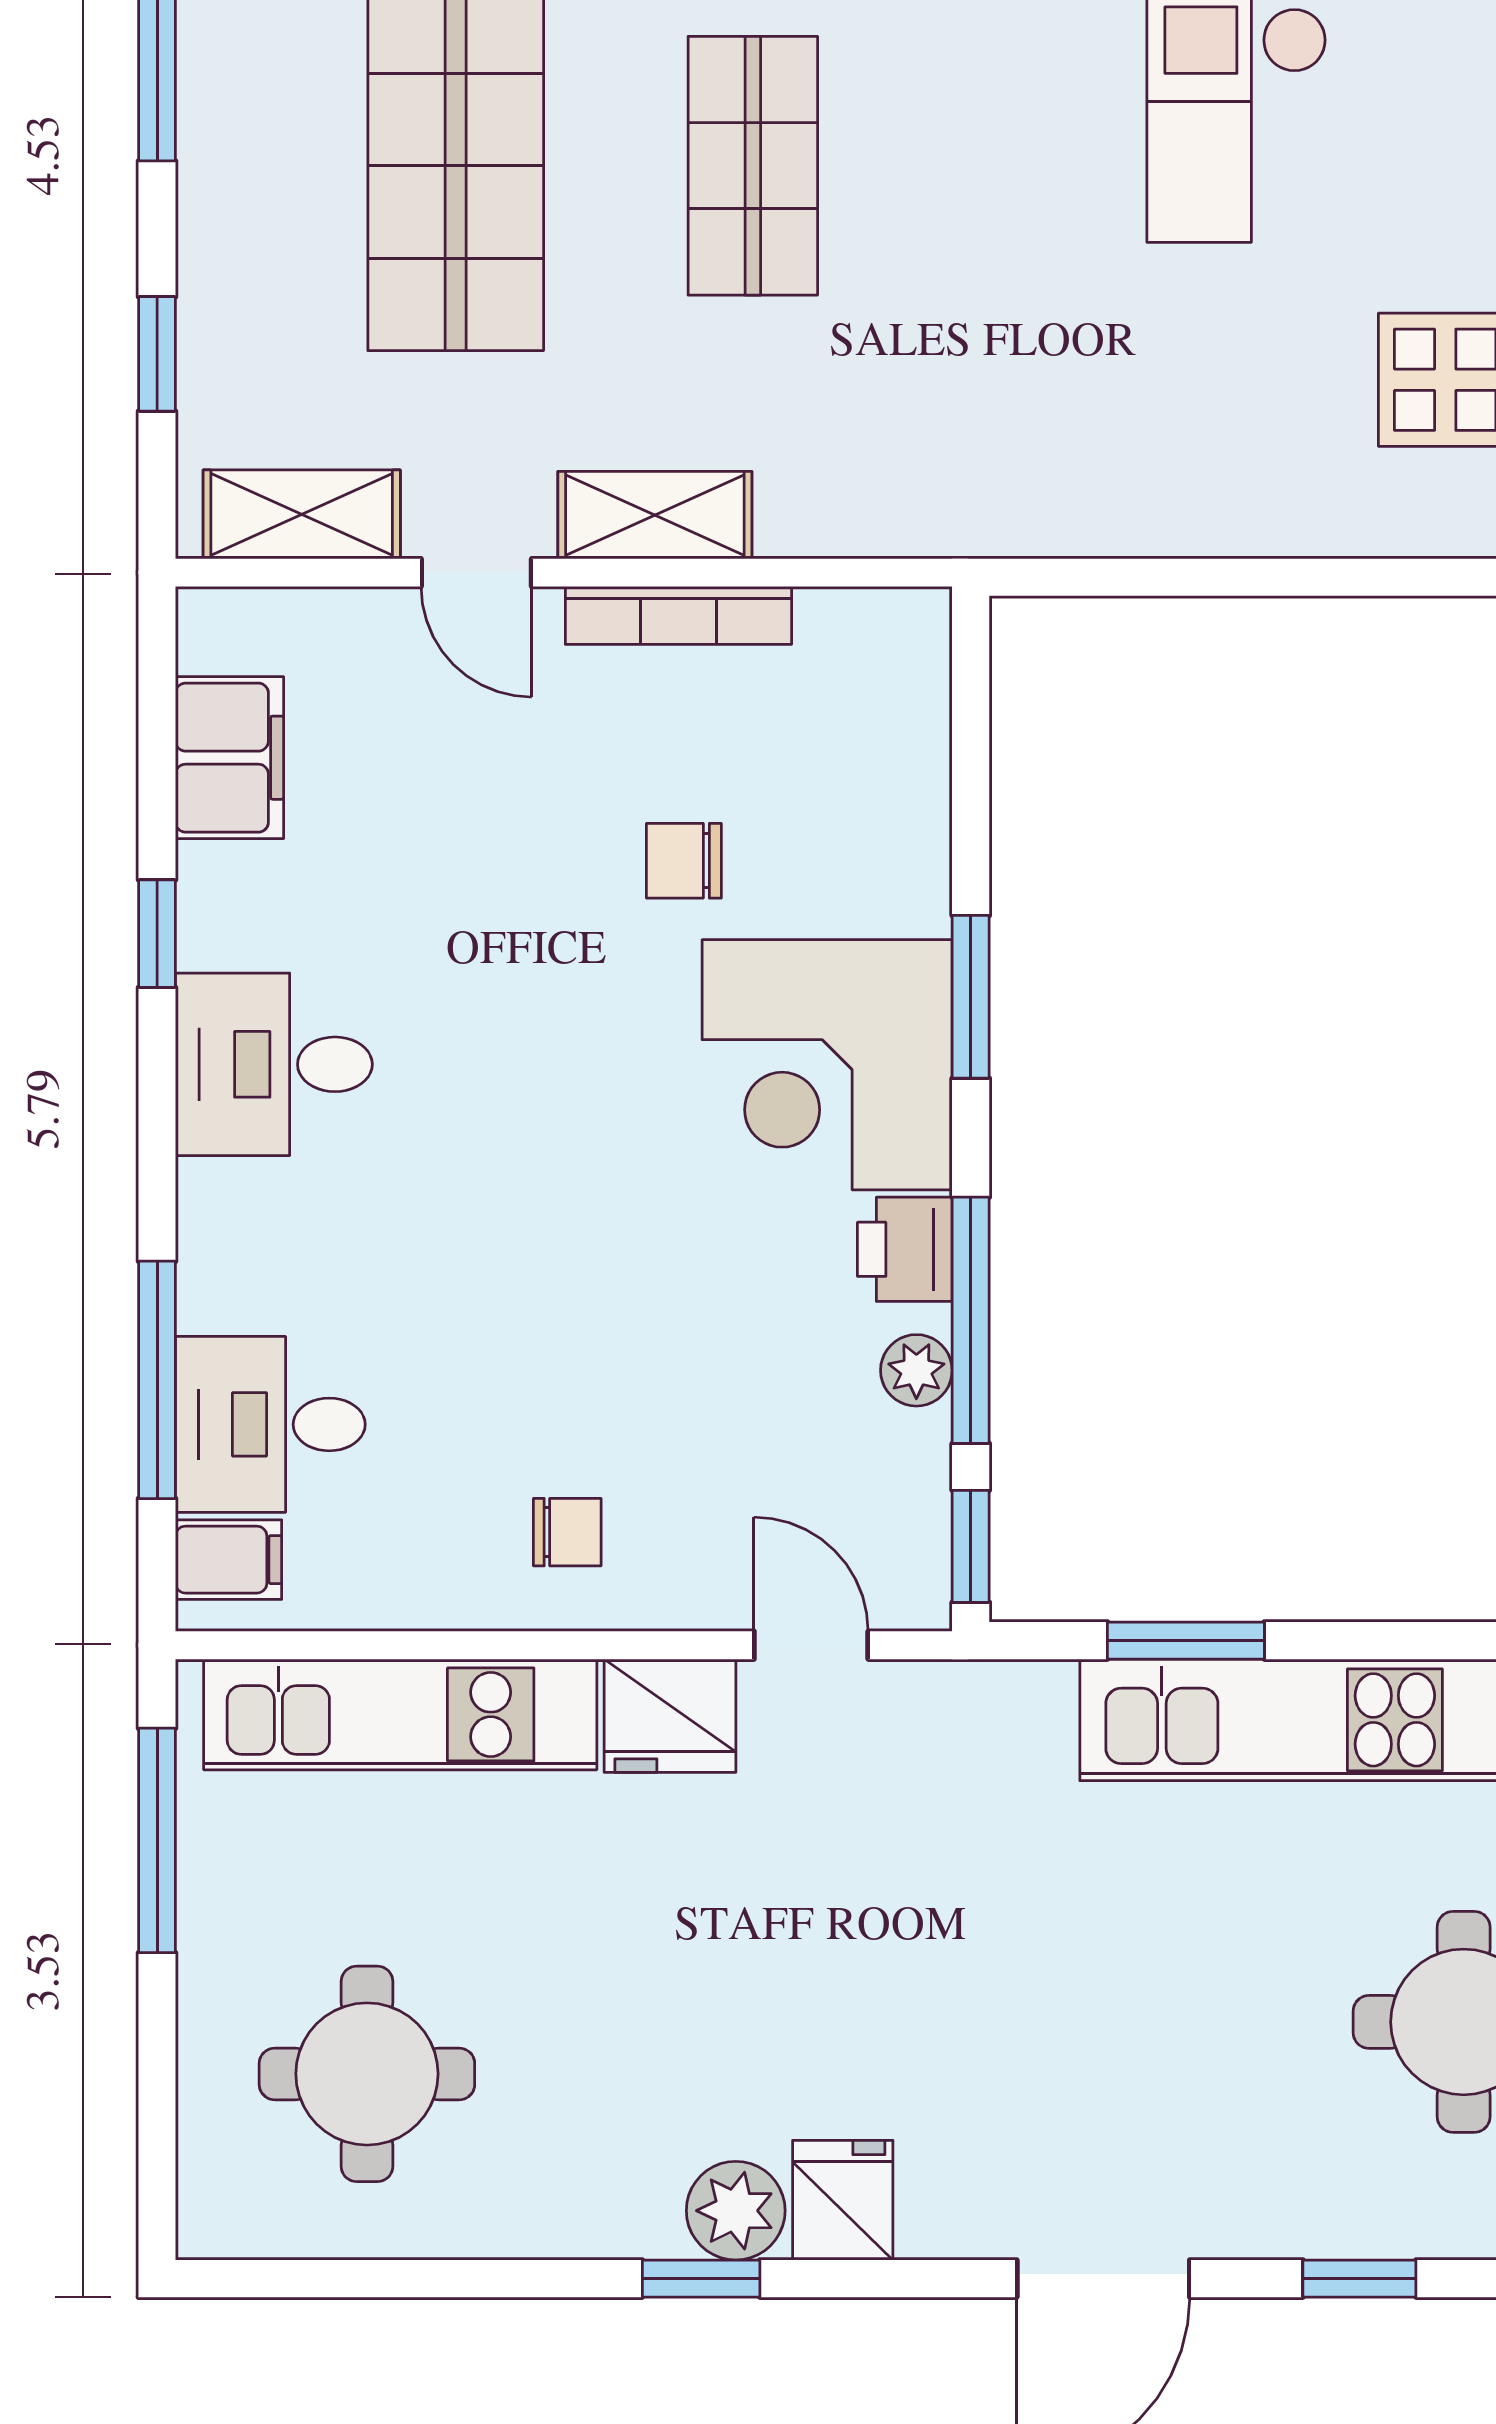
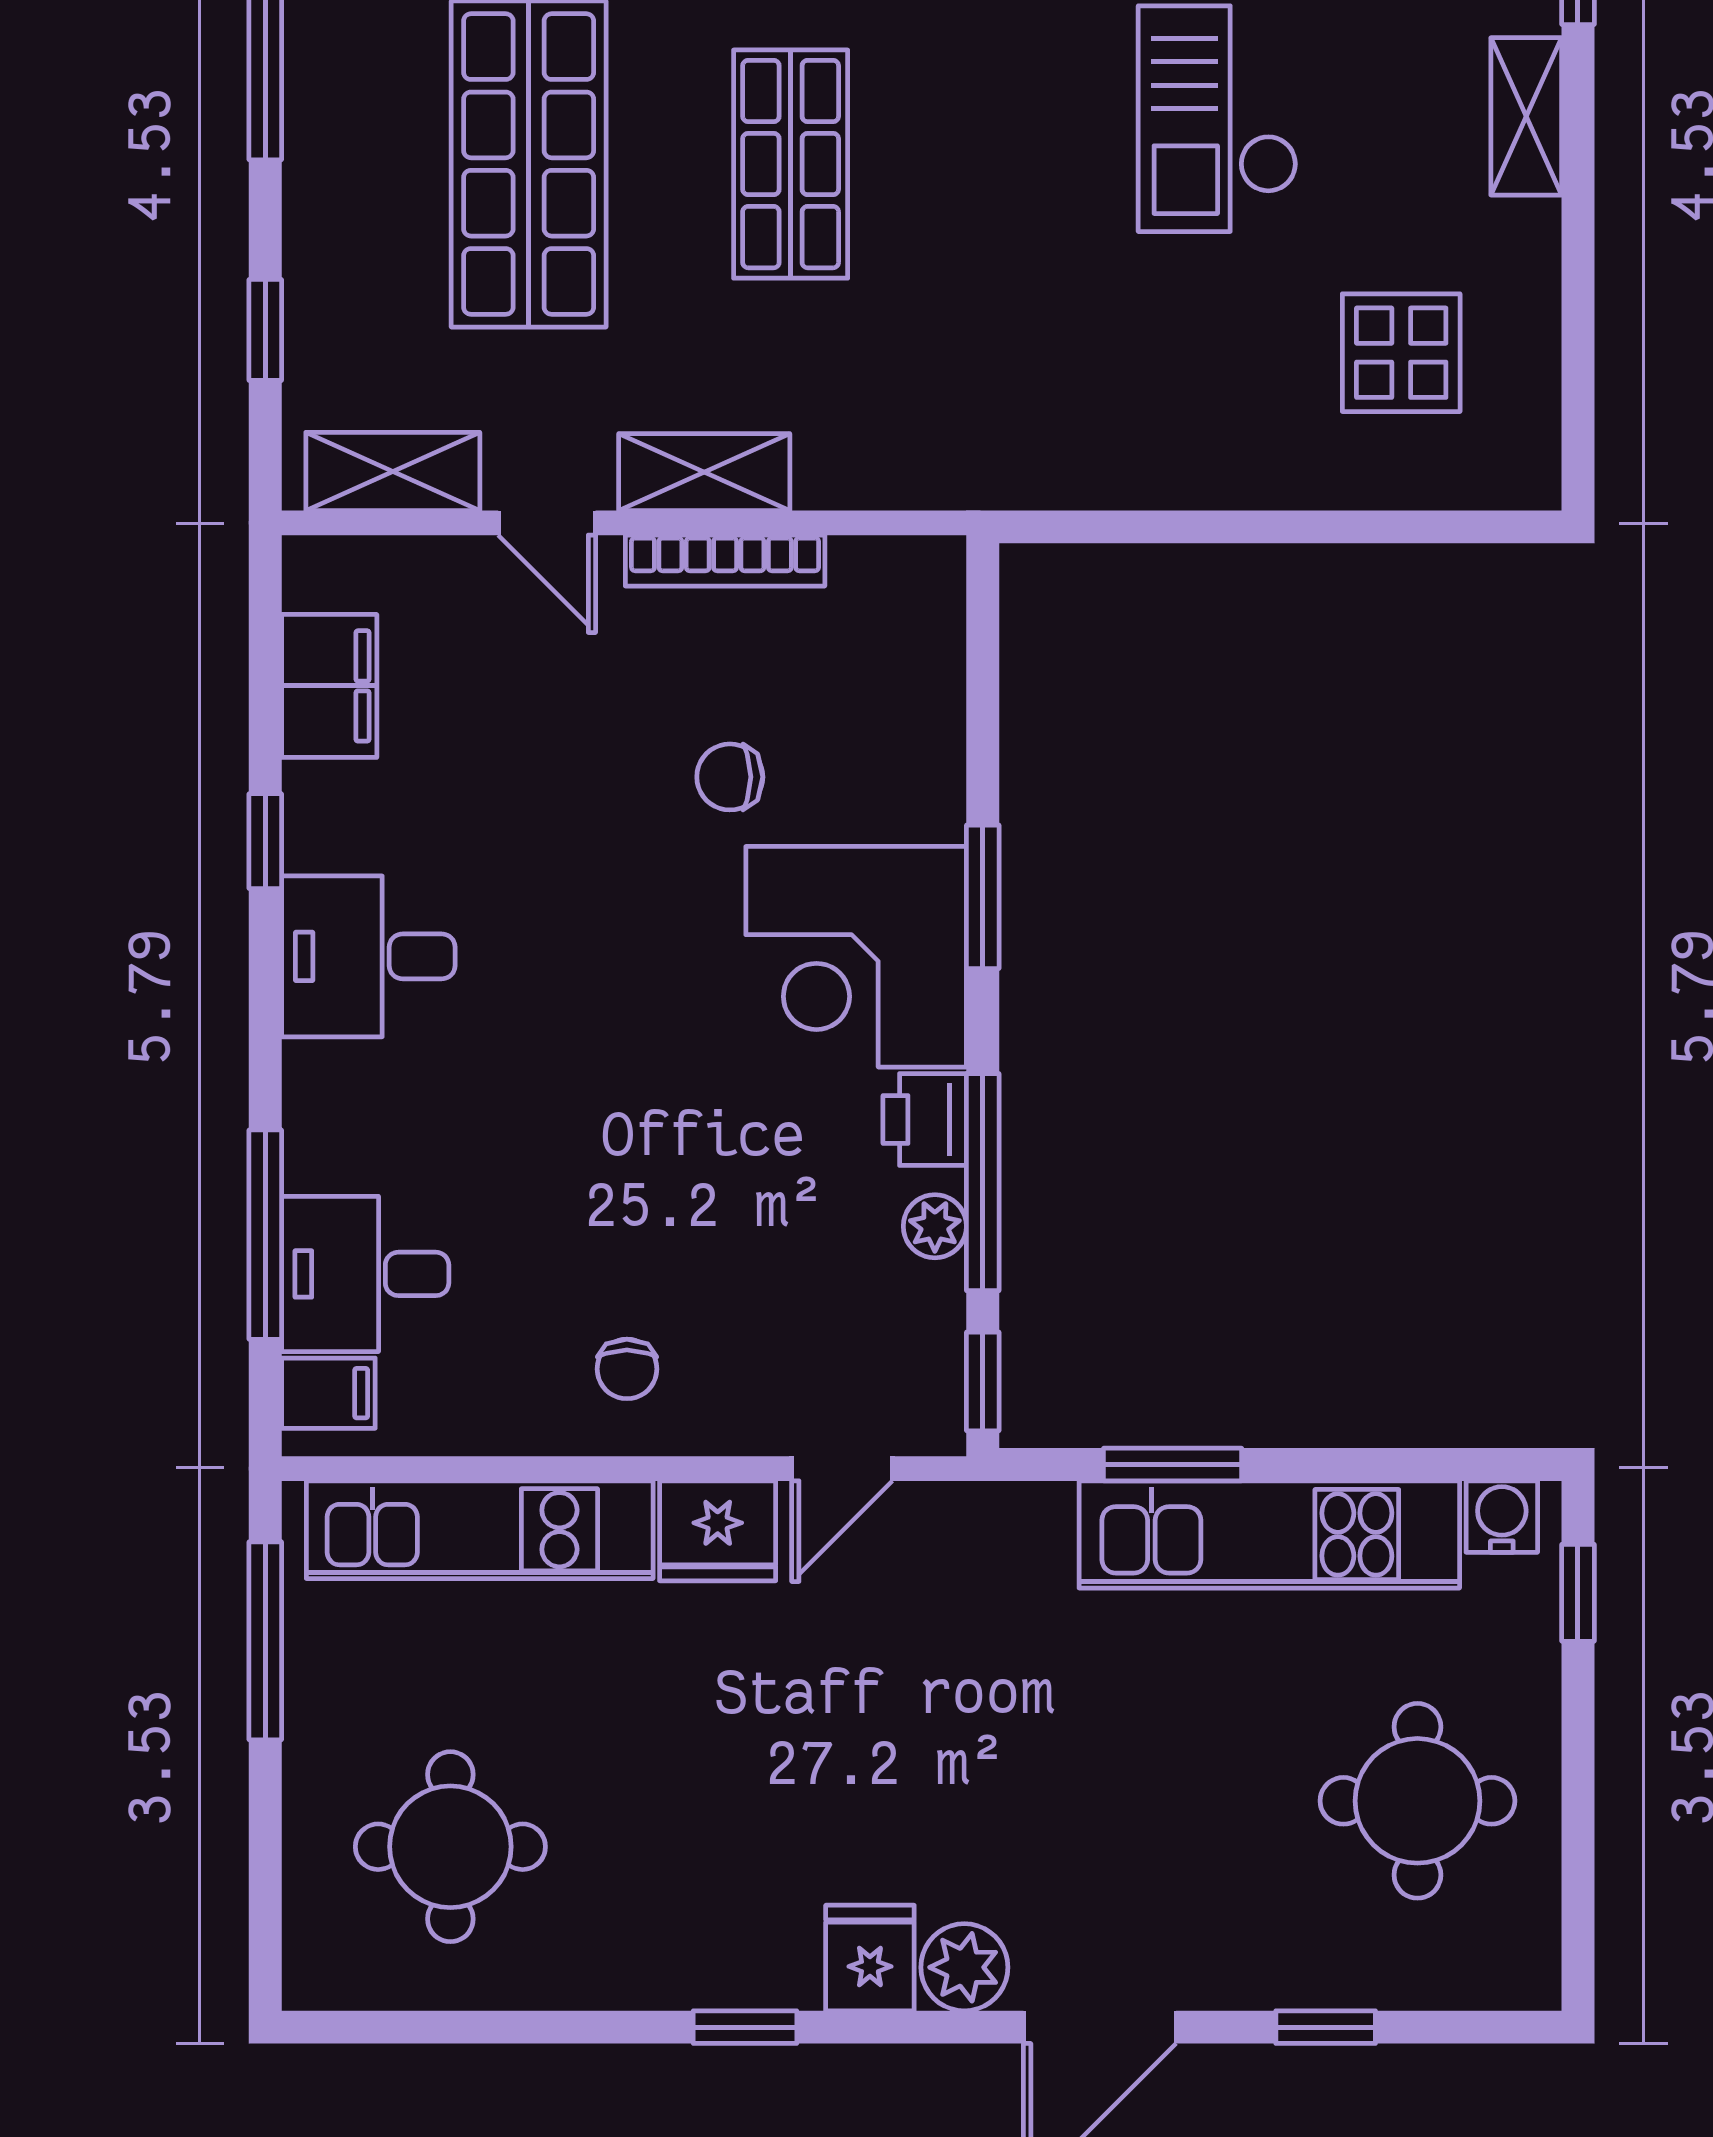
chair: (567, 1532) -> (627, 1369), turned 90
door: (811, 1645) -> (842, 1469), swing flipped
plant: (736, 2211) -> (964, 1967), moved

